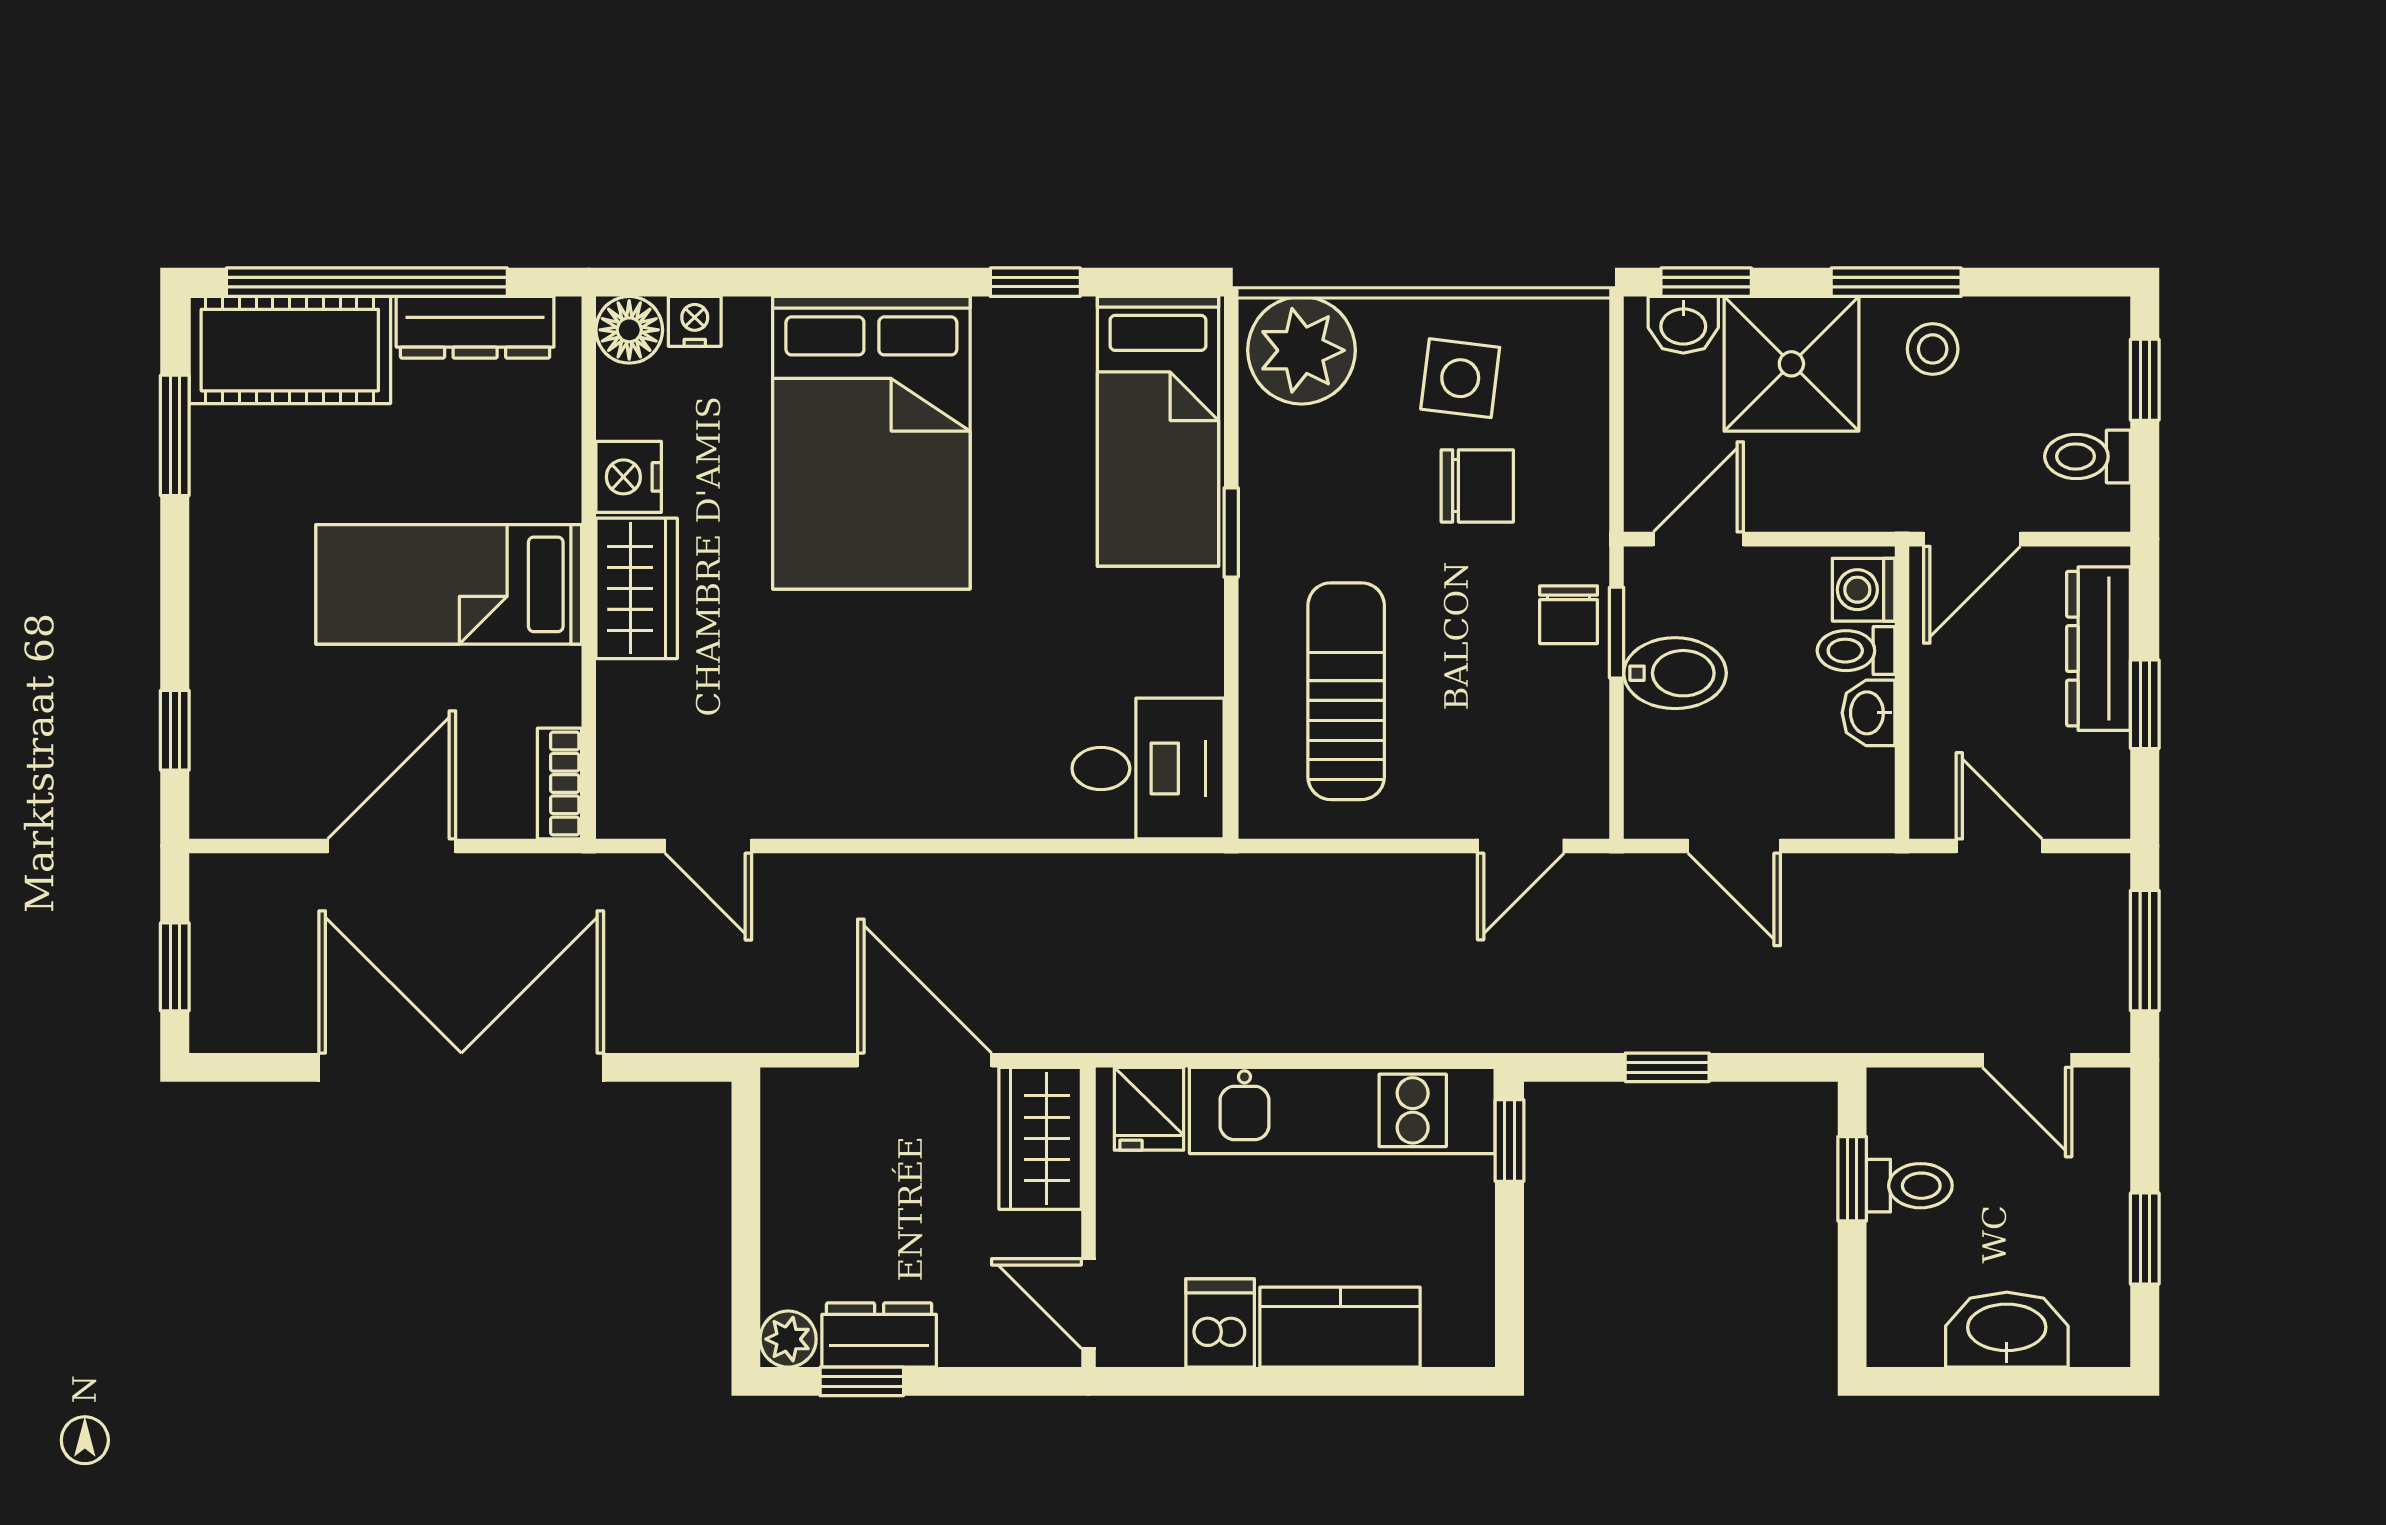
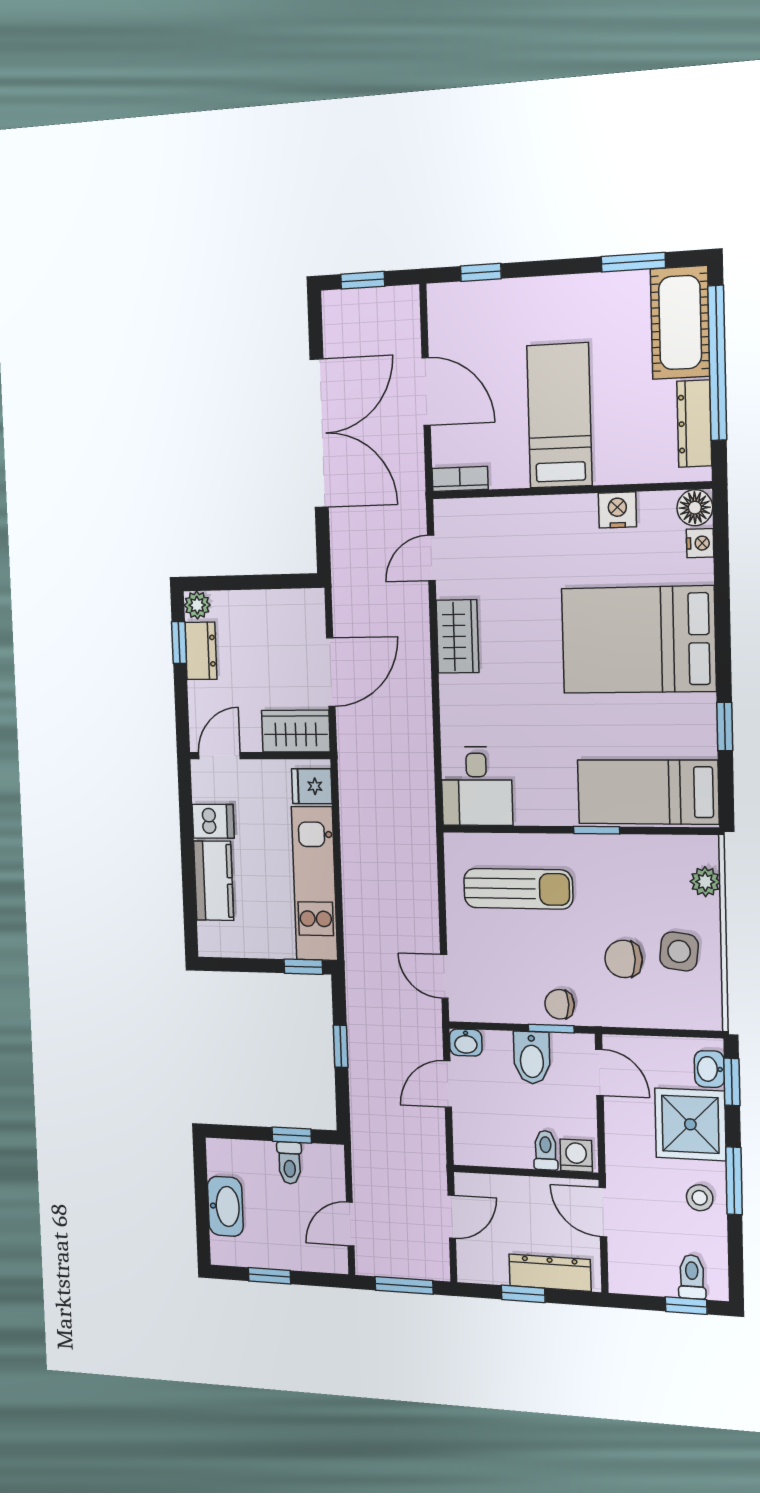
plant: (1301, 350) -> (705, 882), width x0.53, depth x0.53
toilet: (2088, 456) -> (692, 1277), moved
chair: (1477, 486) -> (624, 959), turned 90
wardrobe: (637, 588) -> (457, 636), moved, turned -90
washbasin: (1868, 713) -> (466, 1043), moved, turned 180

